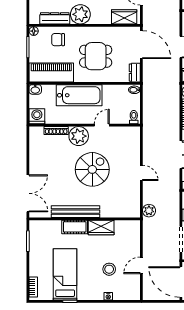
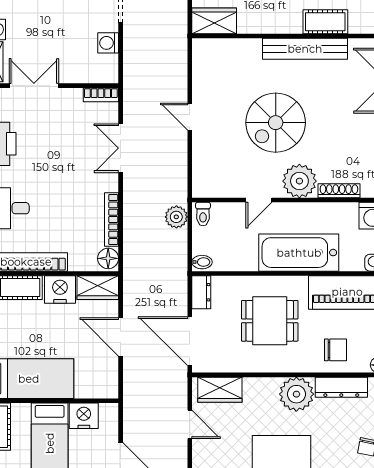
plant: (149, 211) -> (176, 217), moved
cot: (75, 227) -> (325, 22), moved
wardrobe: (101, 227) -> (214, 21), moved

